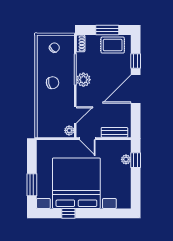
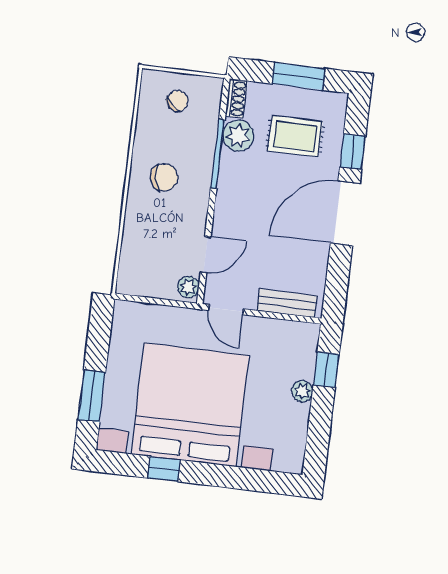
rug: (113, 45) -> (295, 136), moved
plant: (83, 80) -> (238, 136), moved
plant: (126, 159) -> (302, 391), moved

